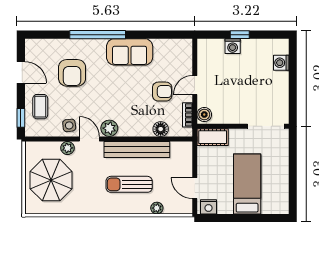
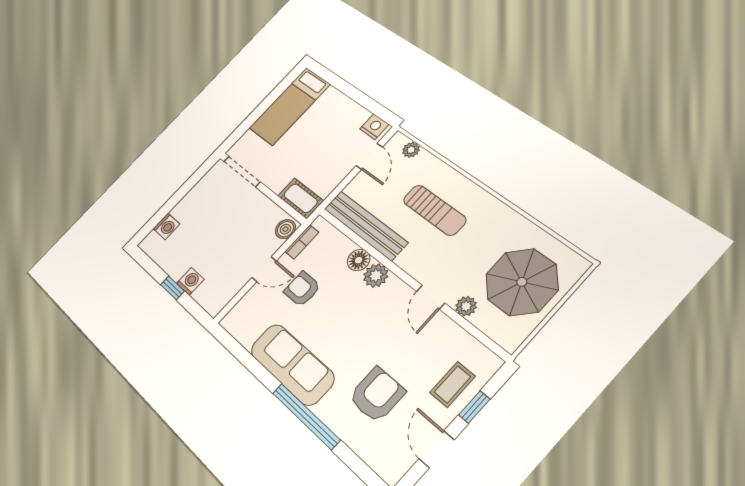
sofa: (130, 52) -> (292, 364), width x1.36
window: (21, 118) -> (474, 407), moved
side table: (69, 125) -> (439, 332), removed
plant: (109, 128) -> (376, 276), moved
floor lamp: (161, 129) -> (359, 260), moved
bench: (137, 149) -> (365, 225), moved
bed: (247, 184) -> (290, 106), moved
plant: (157, 208) -> (411, 150), moved

